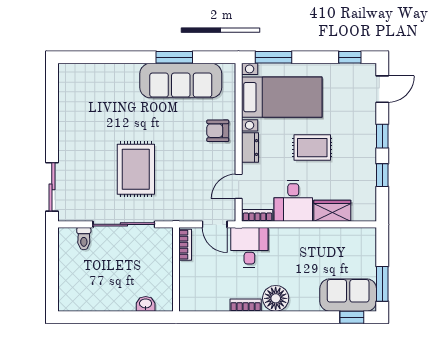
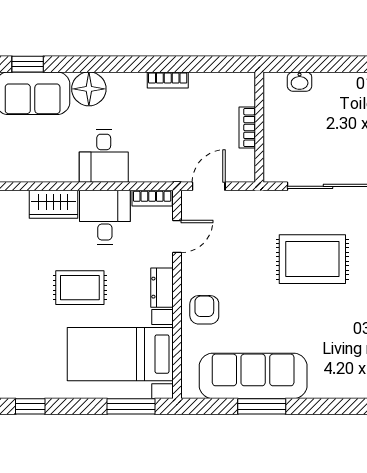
armchair: (218, 131) -> (204, 310), turned -90
rug: (136, 169) -> (312, 259), turned 90
door: (215, 224) -> (209, 186), hinge flipped
bookcase: (185, 245) -> (247, 127), moved
desk: (249, 247) -> (104, 156), moved
floor lamp: (276, 298) -> (89, 89), moved

